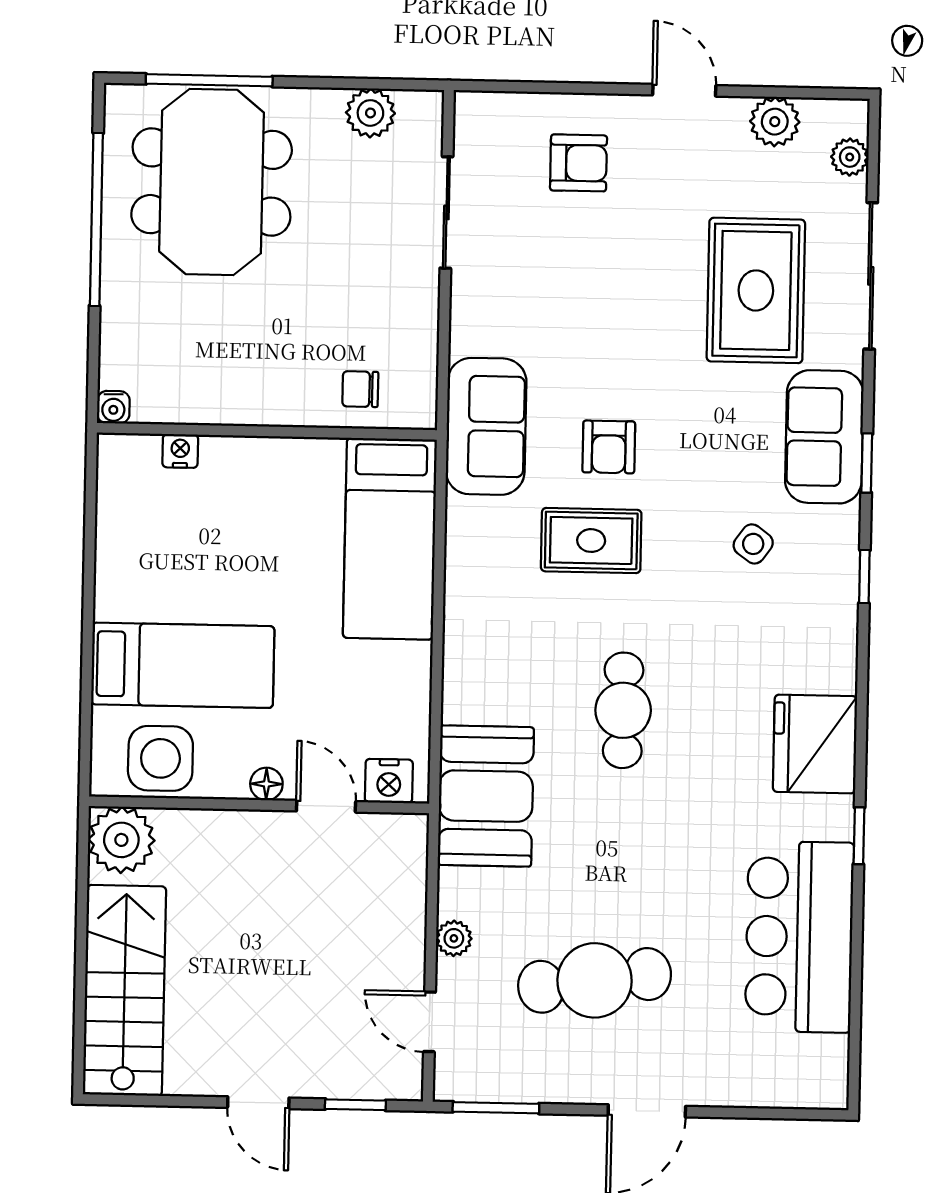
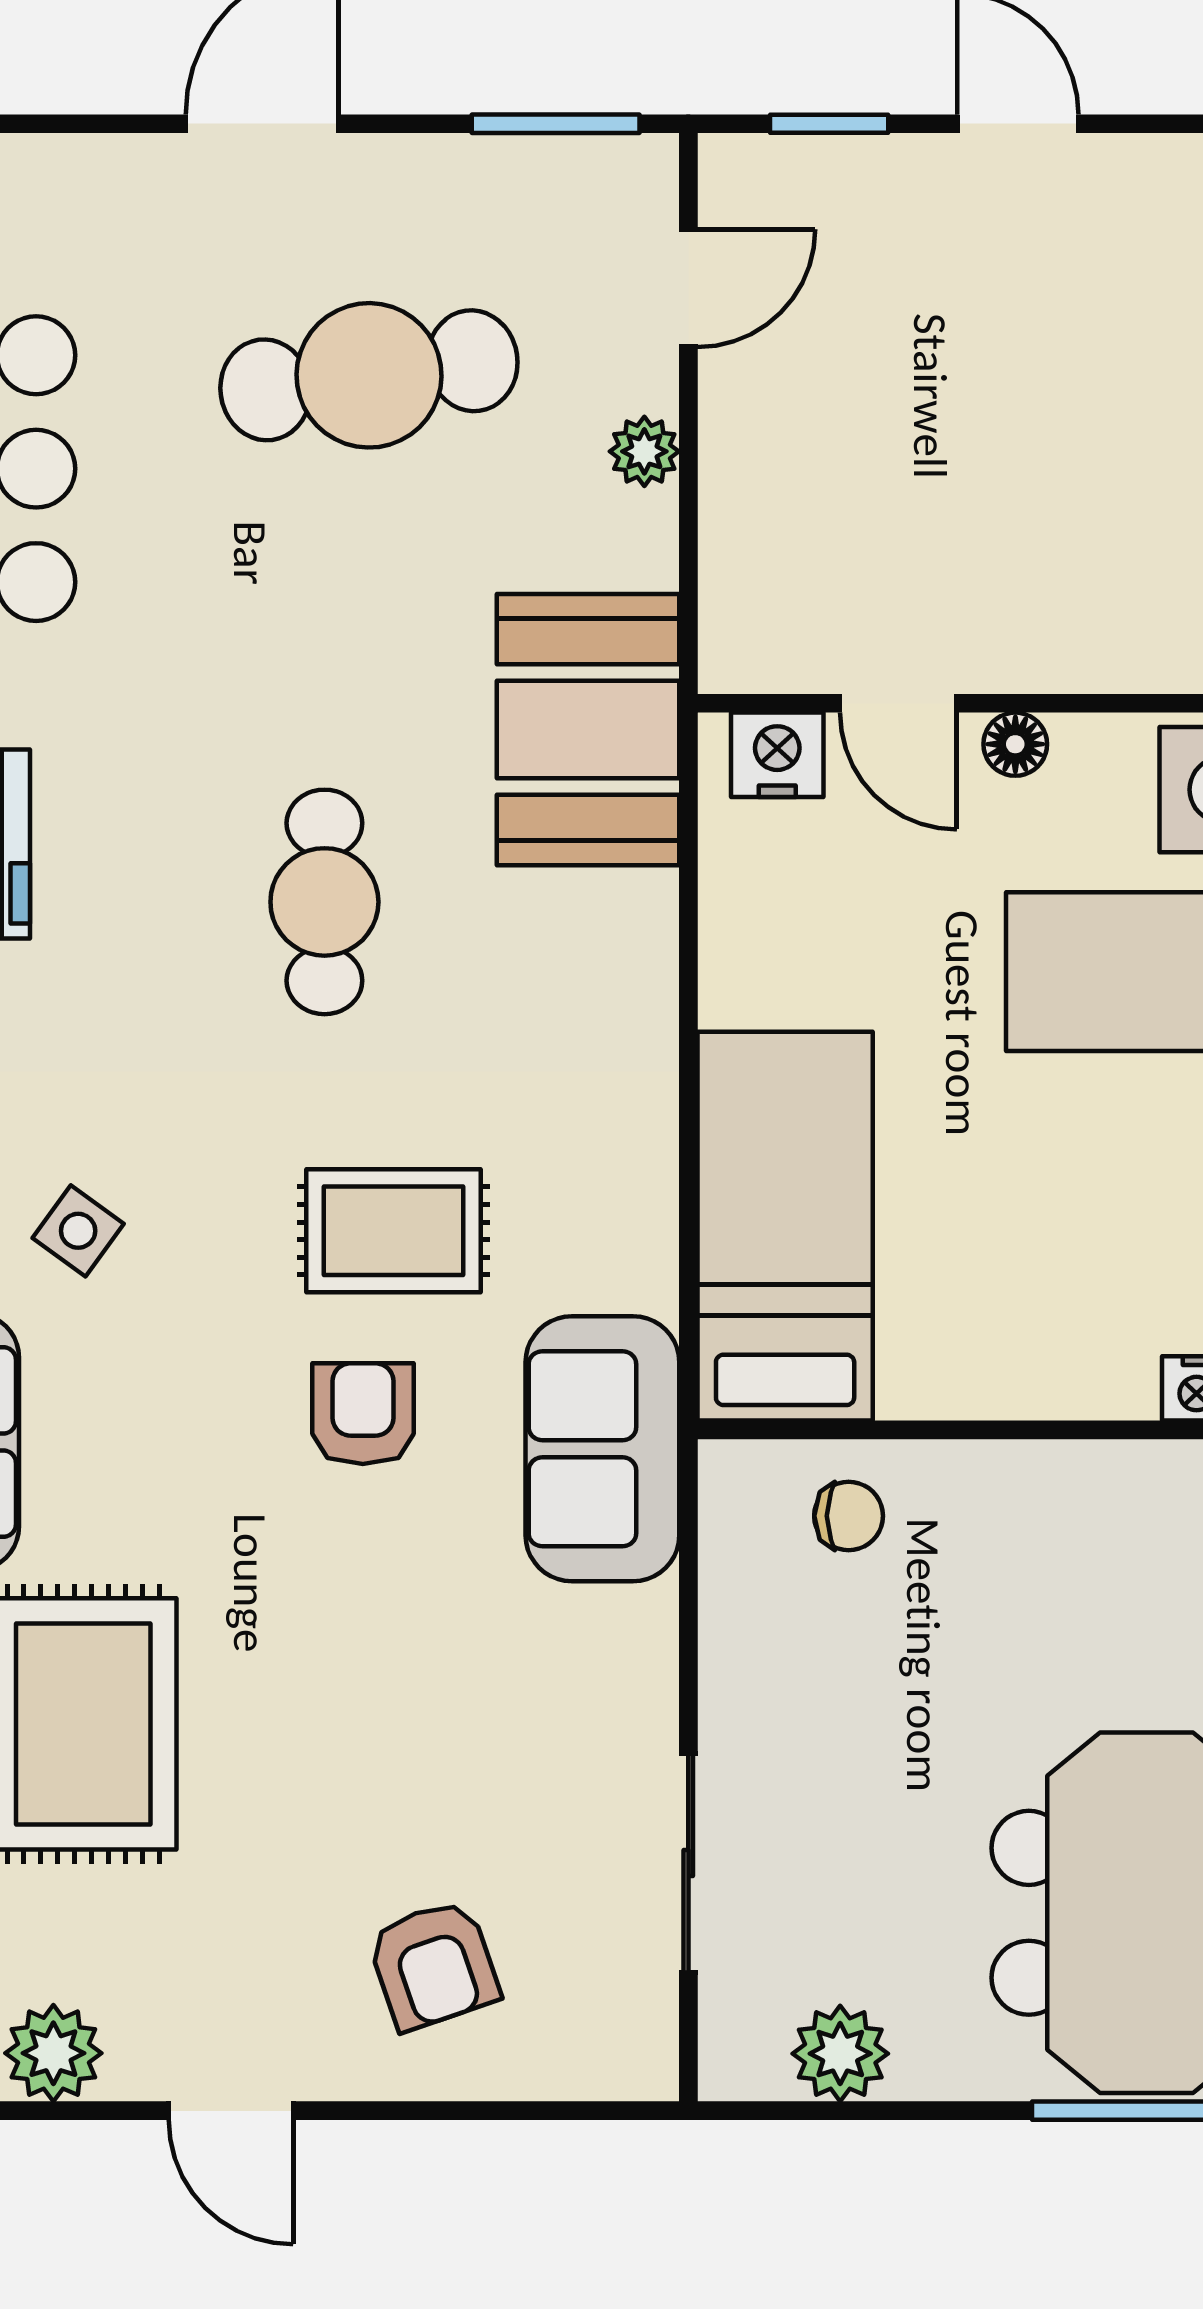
armchair: (579, 163) -> (433, 1965), turned -109
door: (430, 1022) -> (688, 288), hinge flipped

